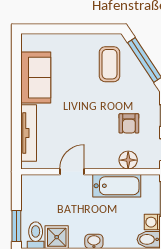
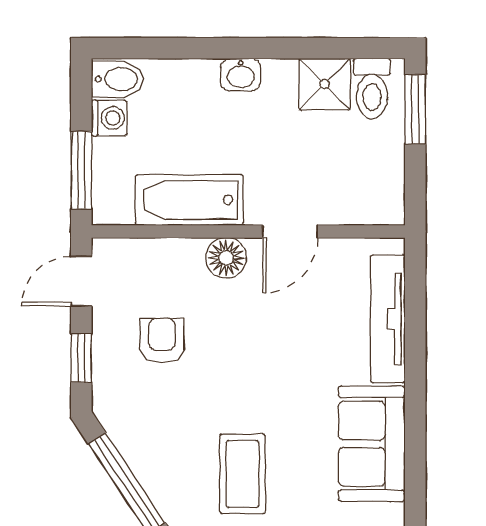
coffee table: (109, 64) -> (243, 474), moved
floor lamp: (128, 160) -> (226, 258), moved

